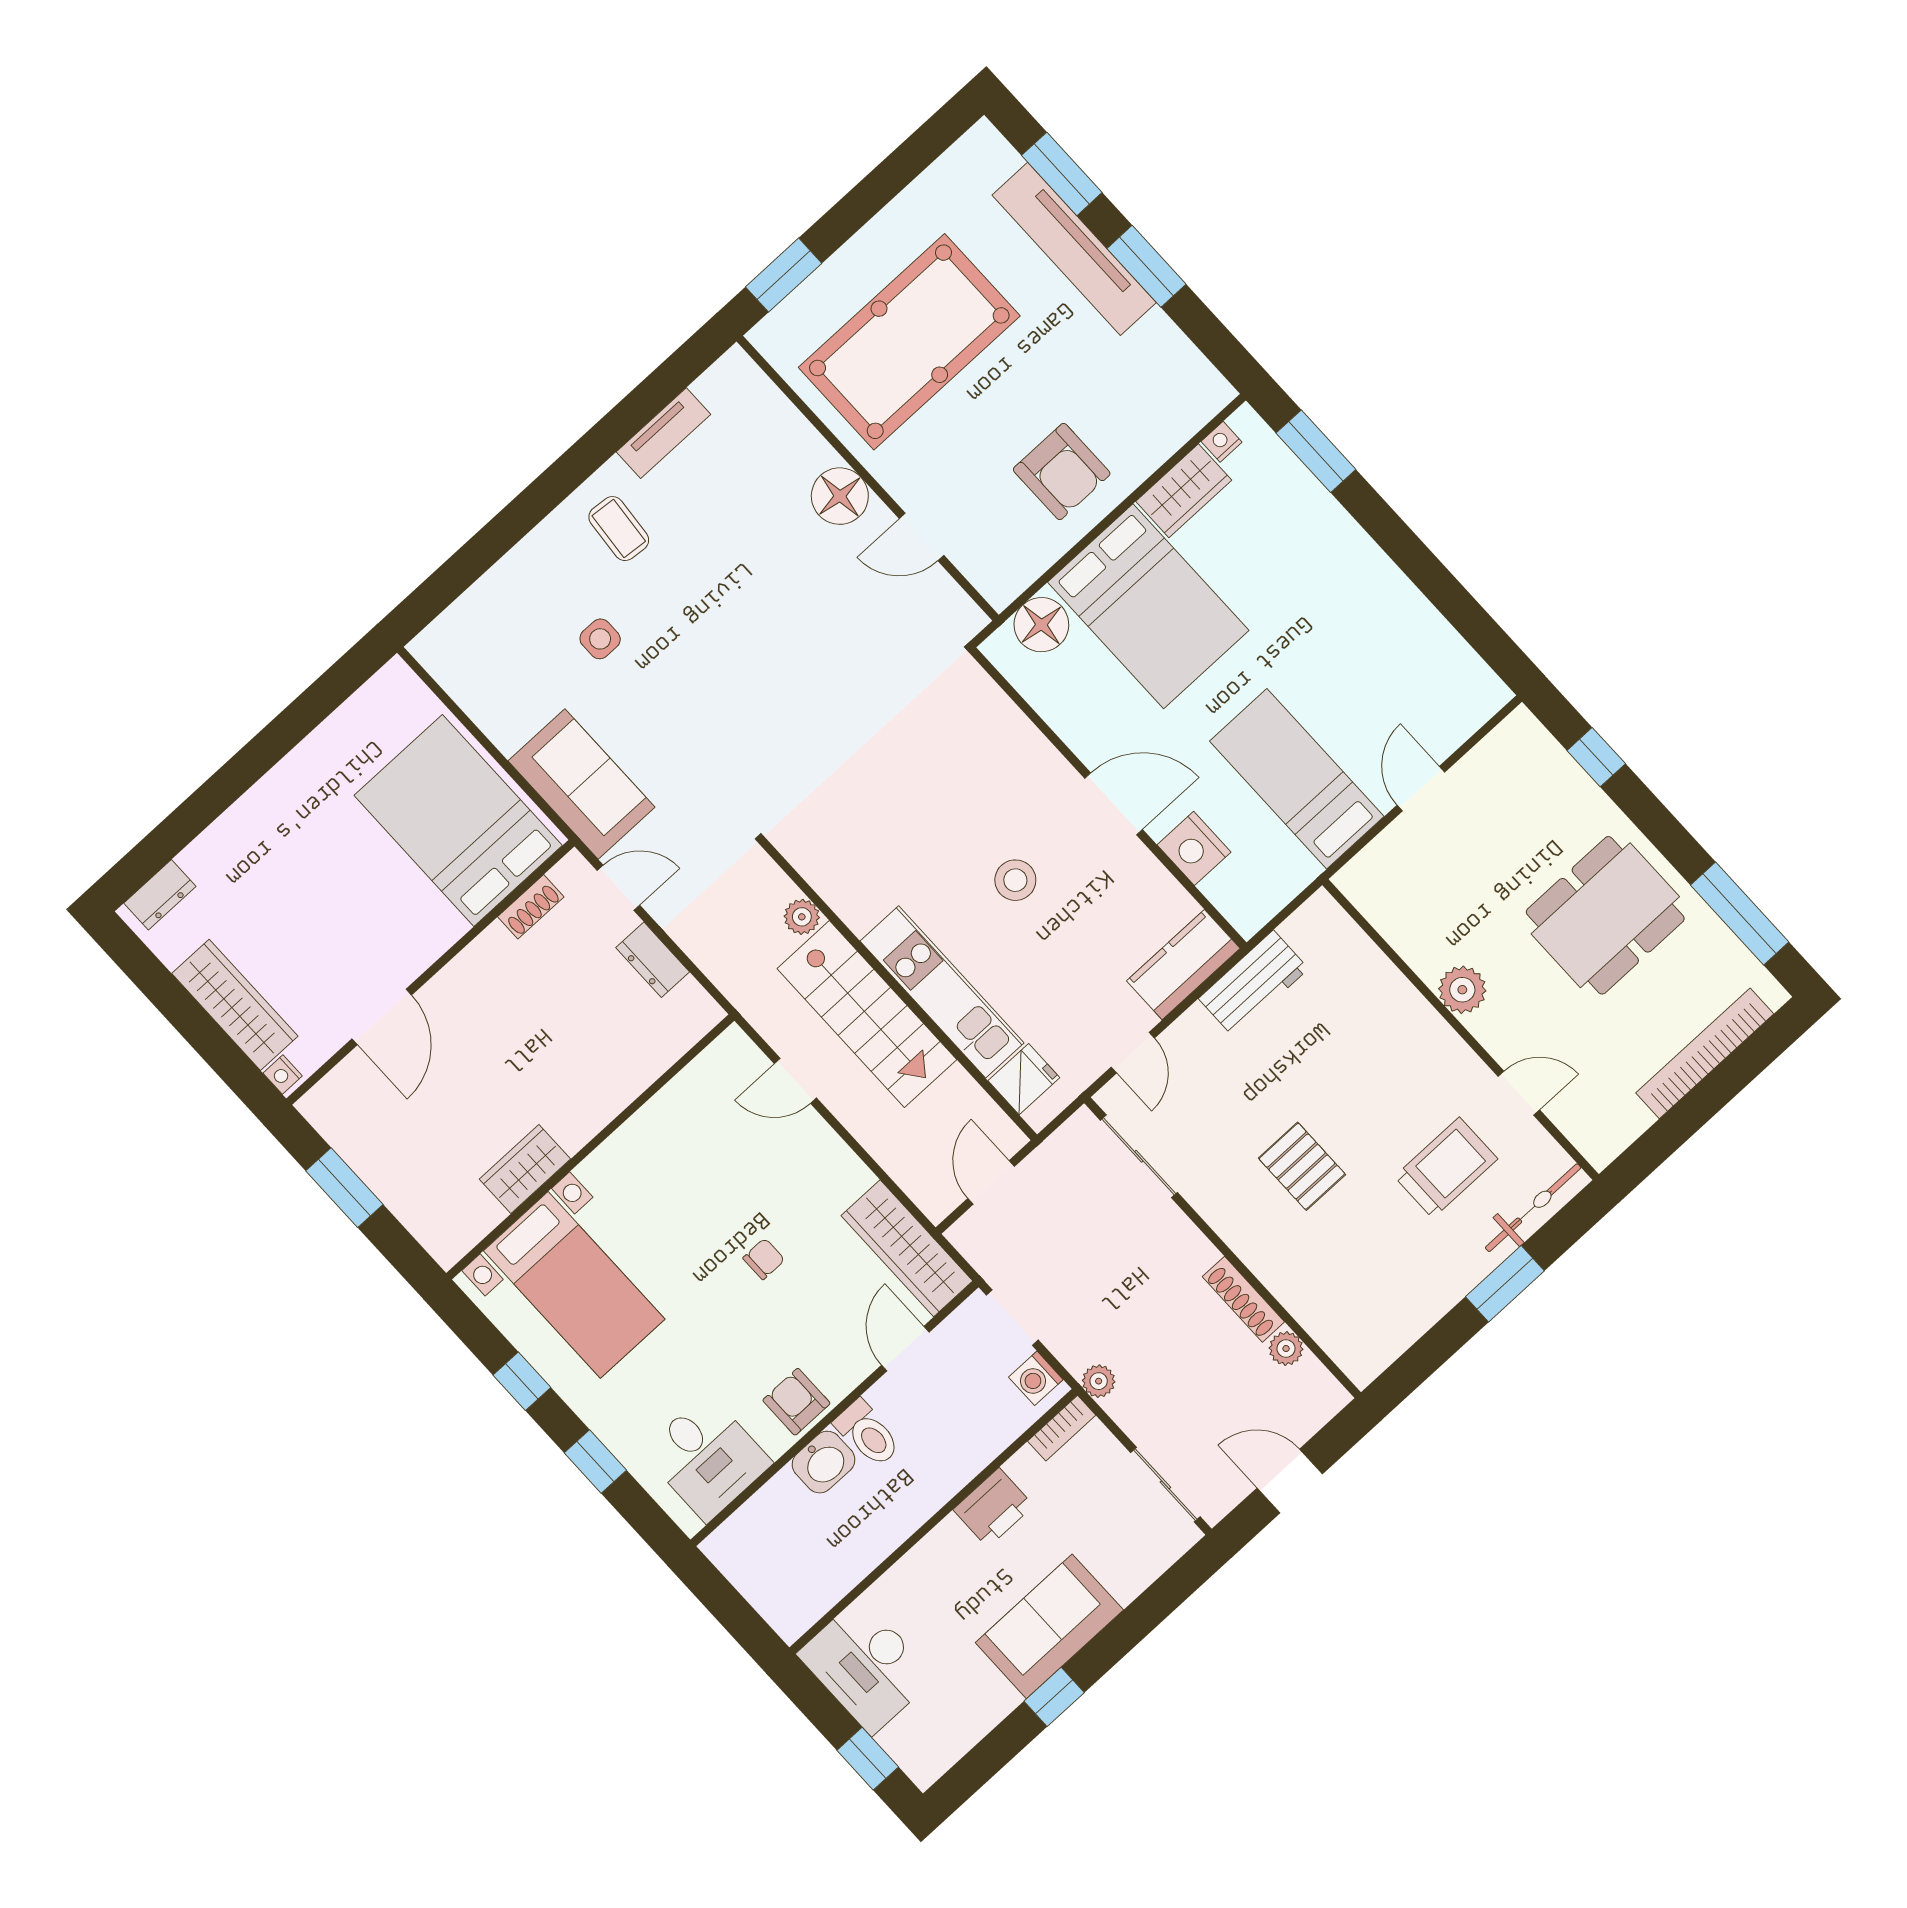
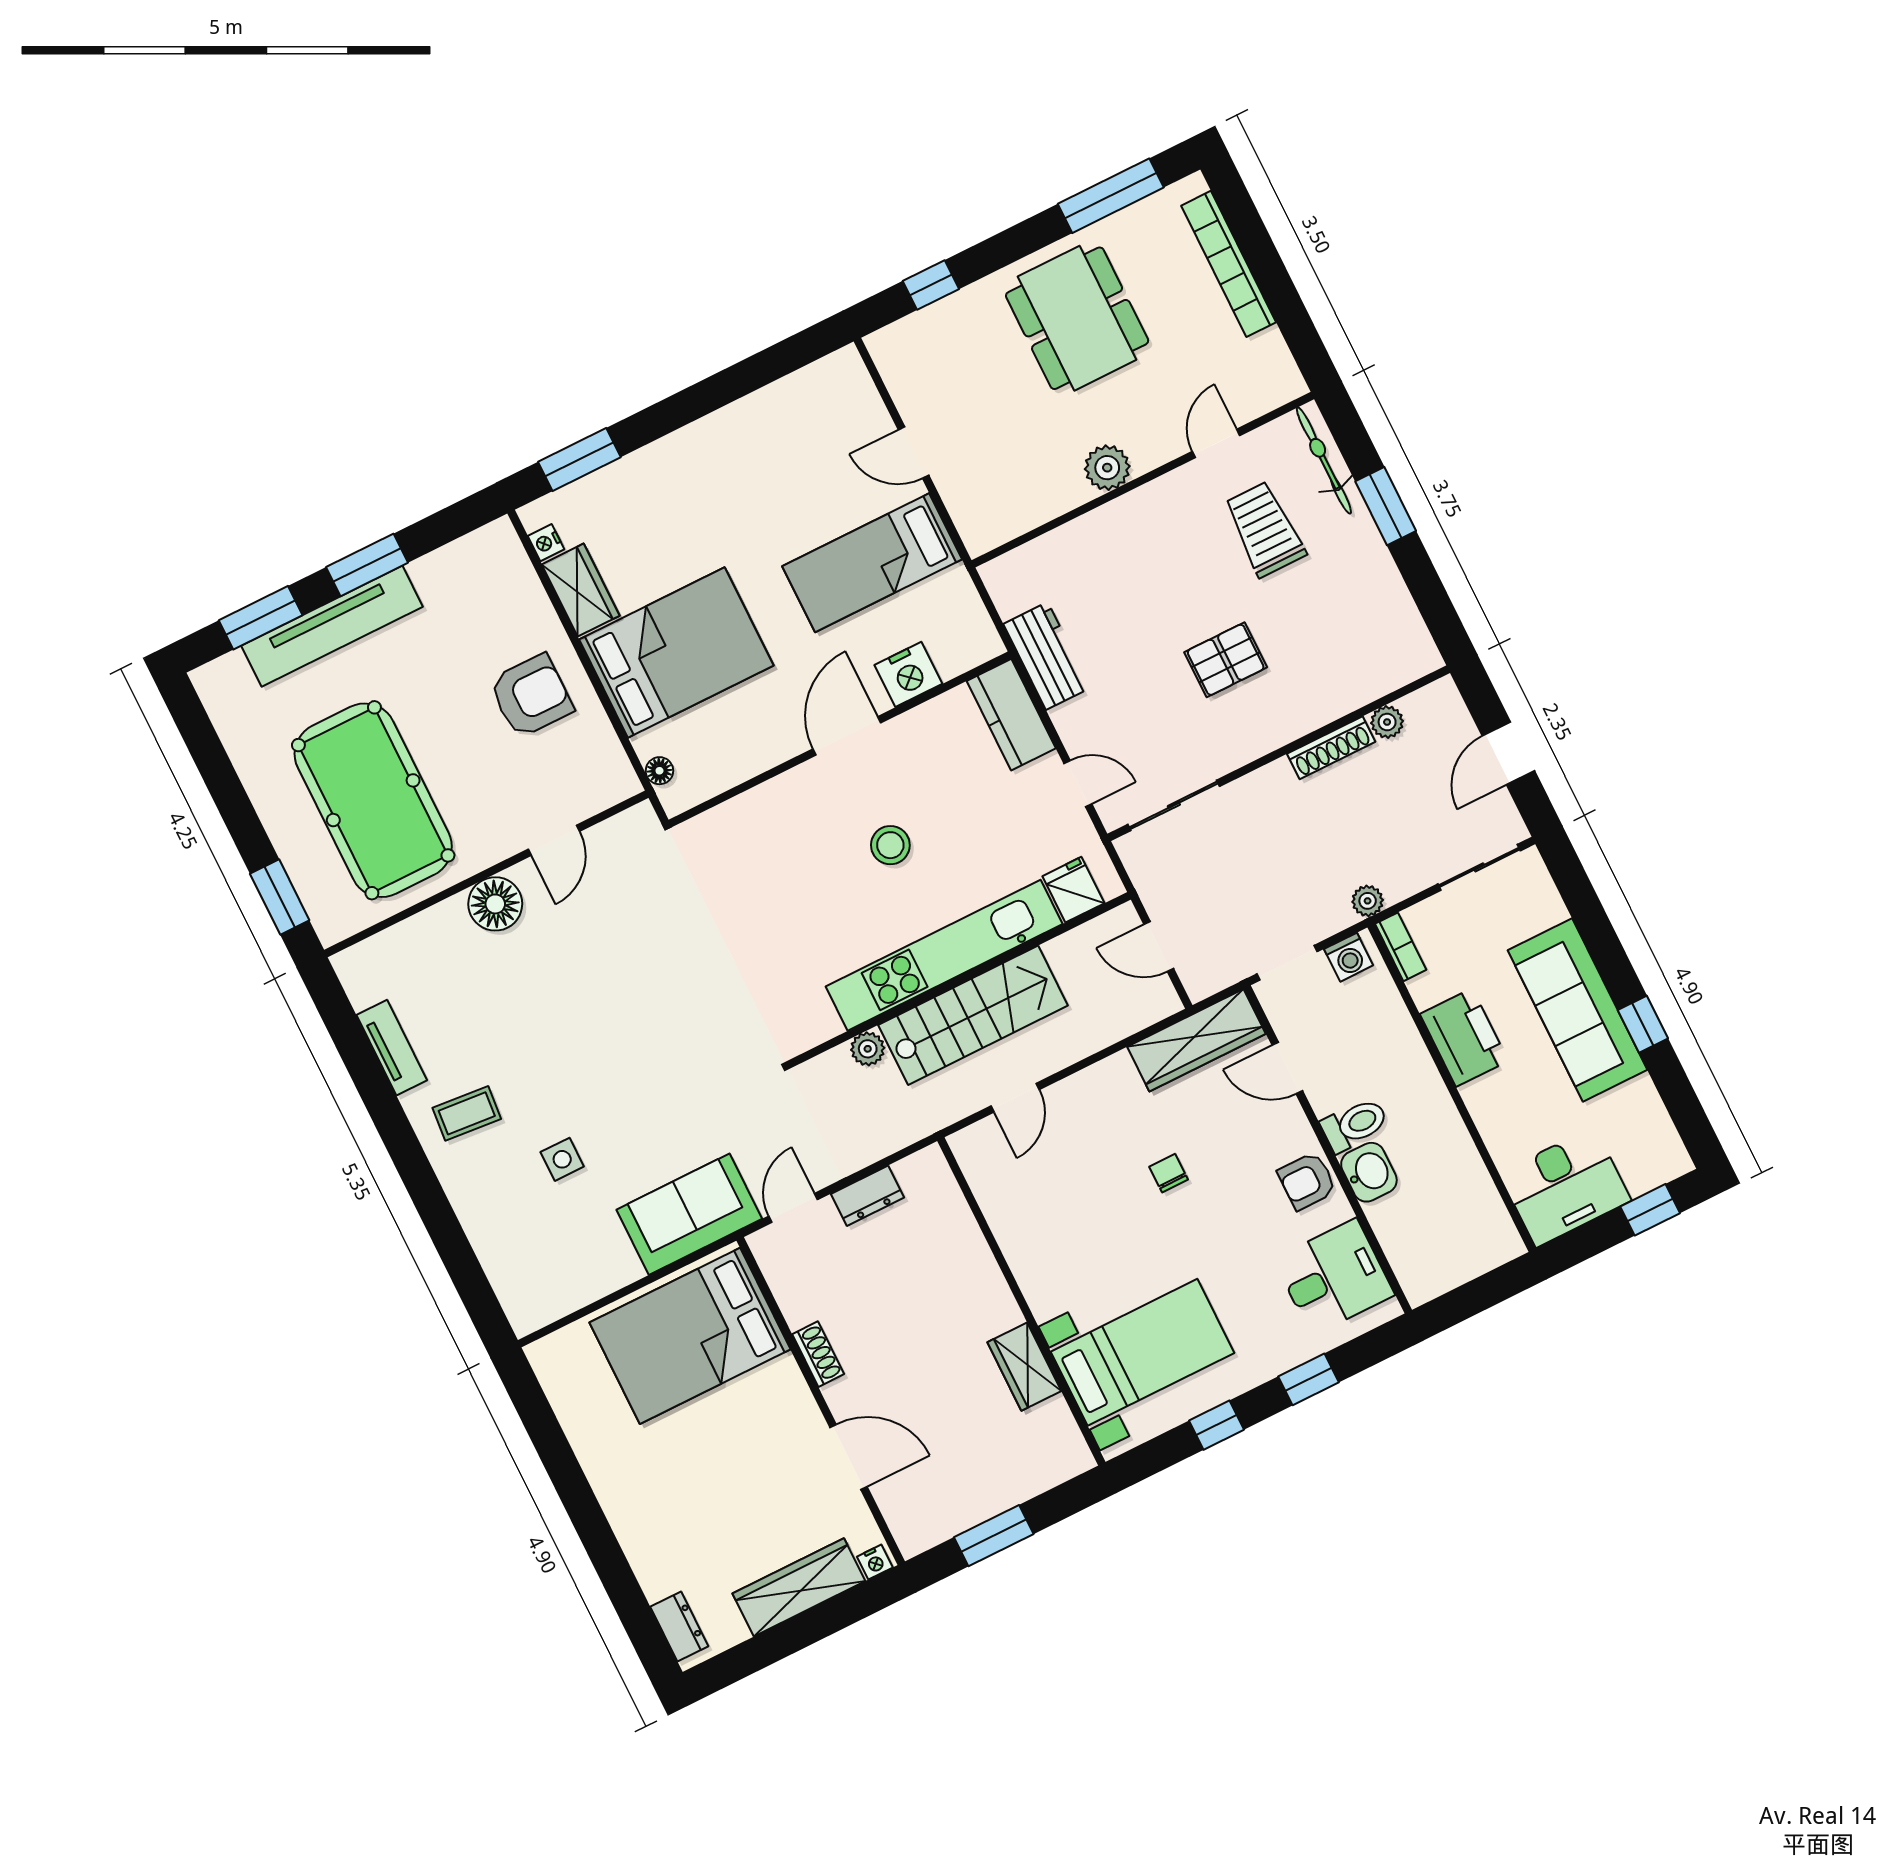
floor lamp: (1041, 625) -> (659, 771), width x0.53, depth x0.53
shoe rack: (531, 907) -> (818, 1354), moved
kitchen unit: (942, 992) -> (944, 955), width x1.36
printer: (993, 1508) -> (1464, 1038), width x1.37, depth x1.19
sofa: (1049, 1626) -> (1577, 1010), width x1.36

